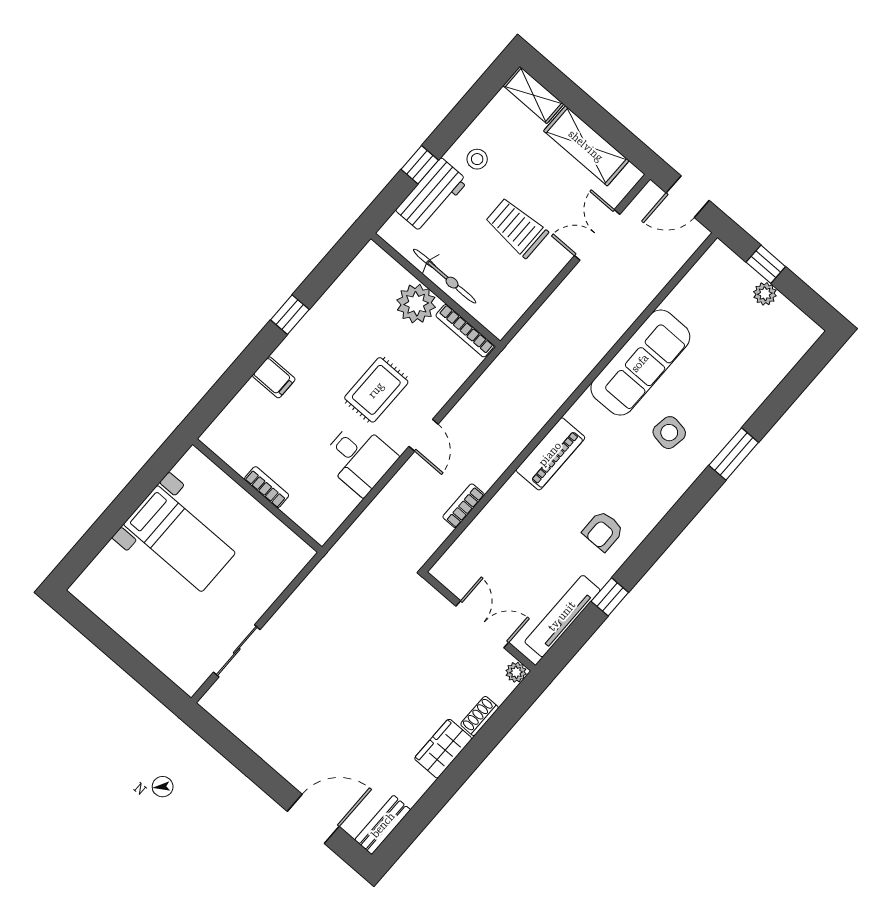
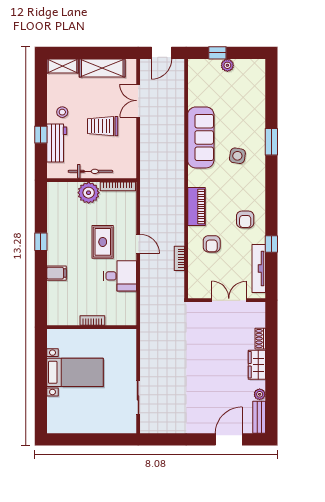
armchair: (526, 525) -> (212, 244), added
plant: (516, 672) -> (260, 394), moved

